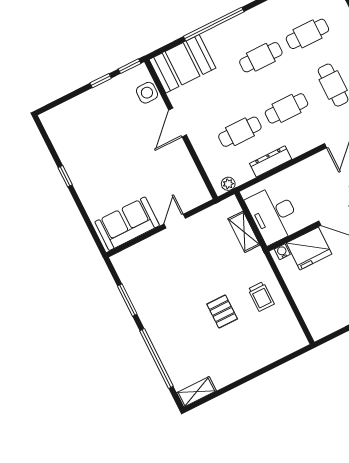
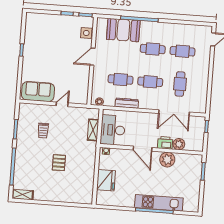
booth: (182, 64) -> (123, 30), moved
fridge: (309, 249) -> (106, 180), moved, turned -90
trolley: (261, 296) -> (43, 131), moved

